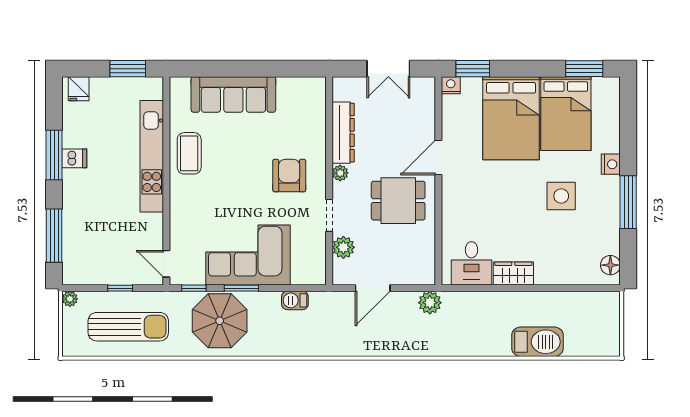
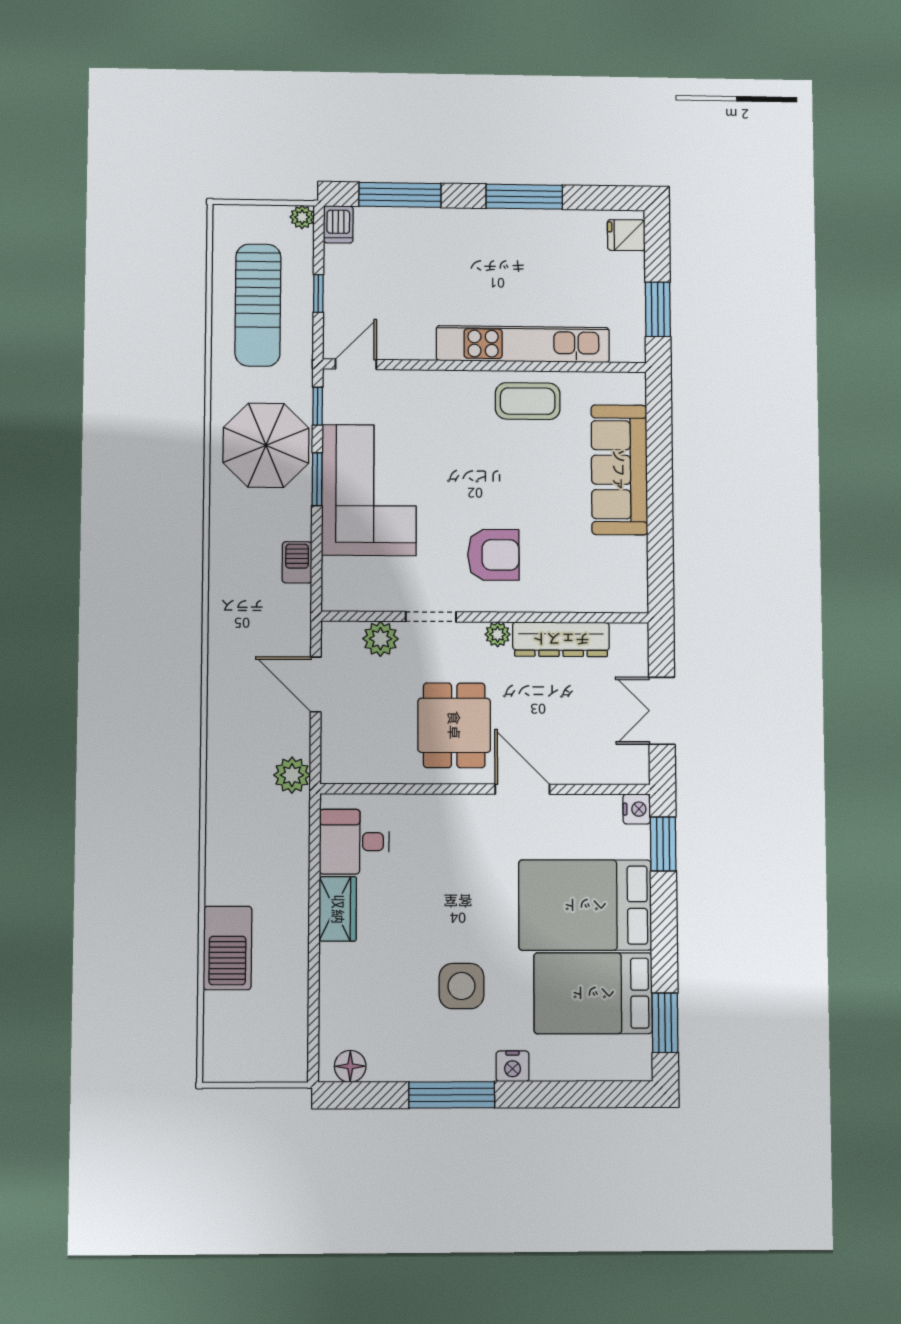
dishwasher: (74, 158) -> (338, 224), moved

